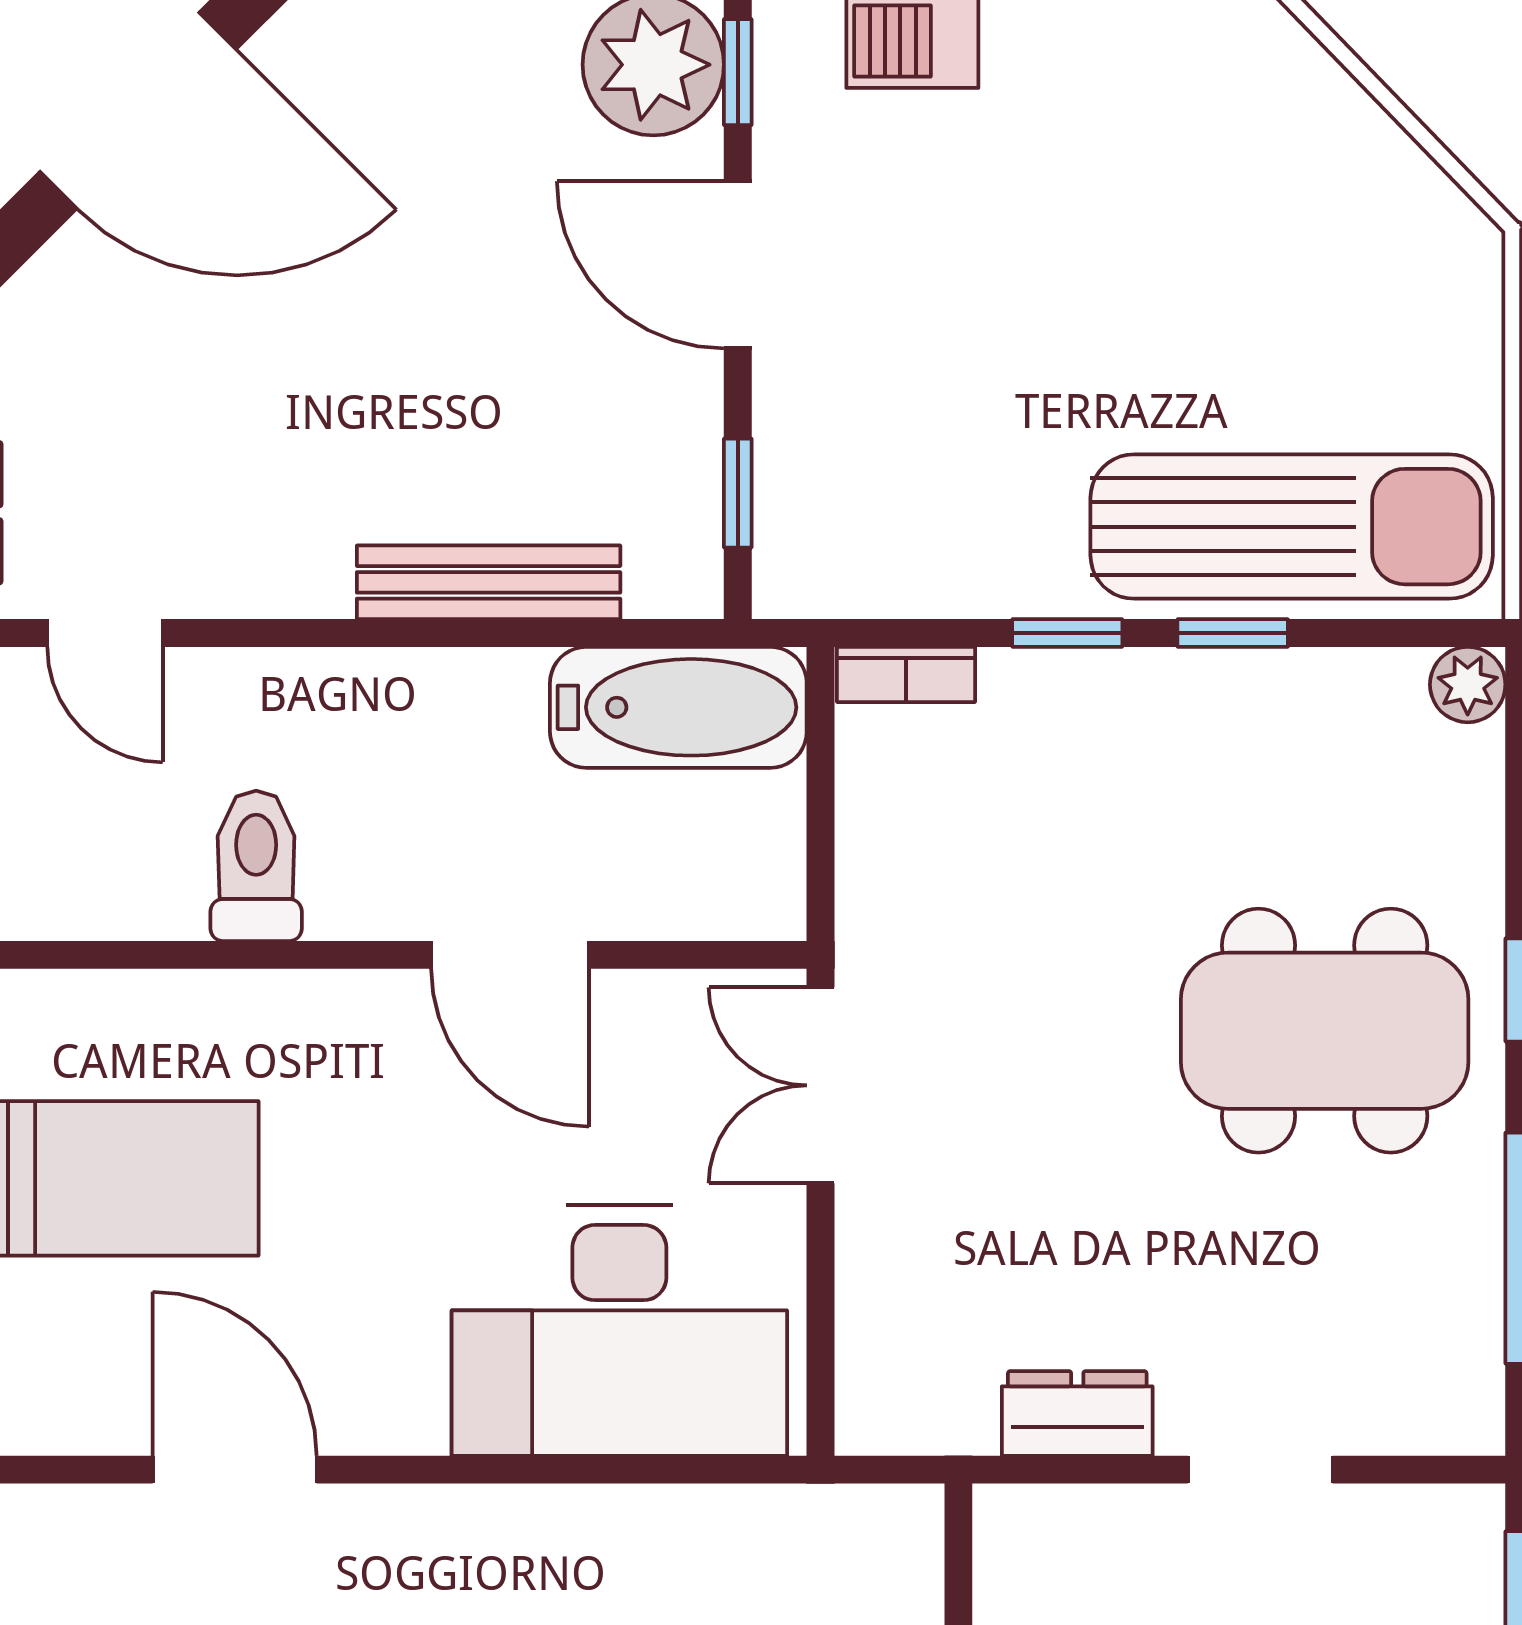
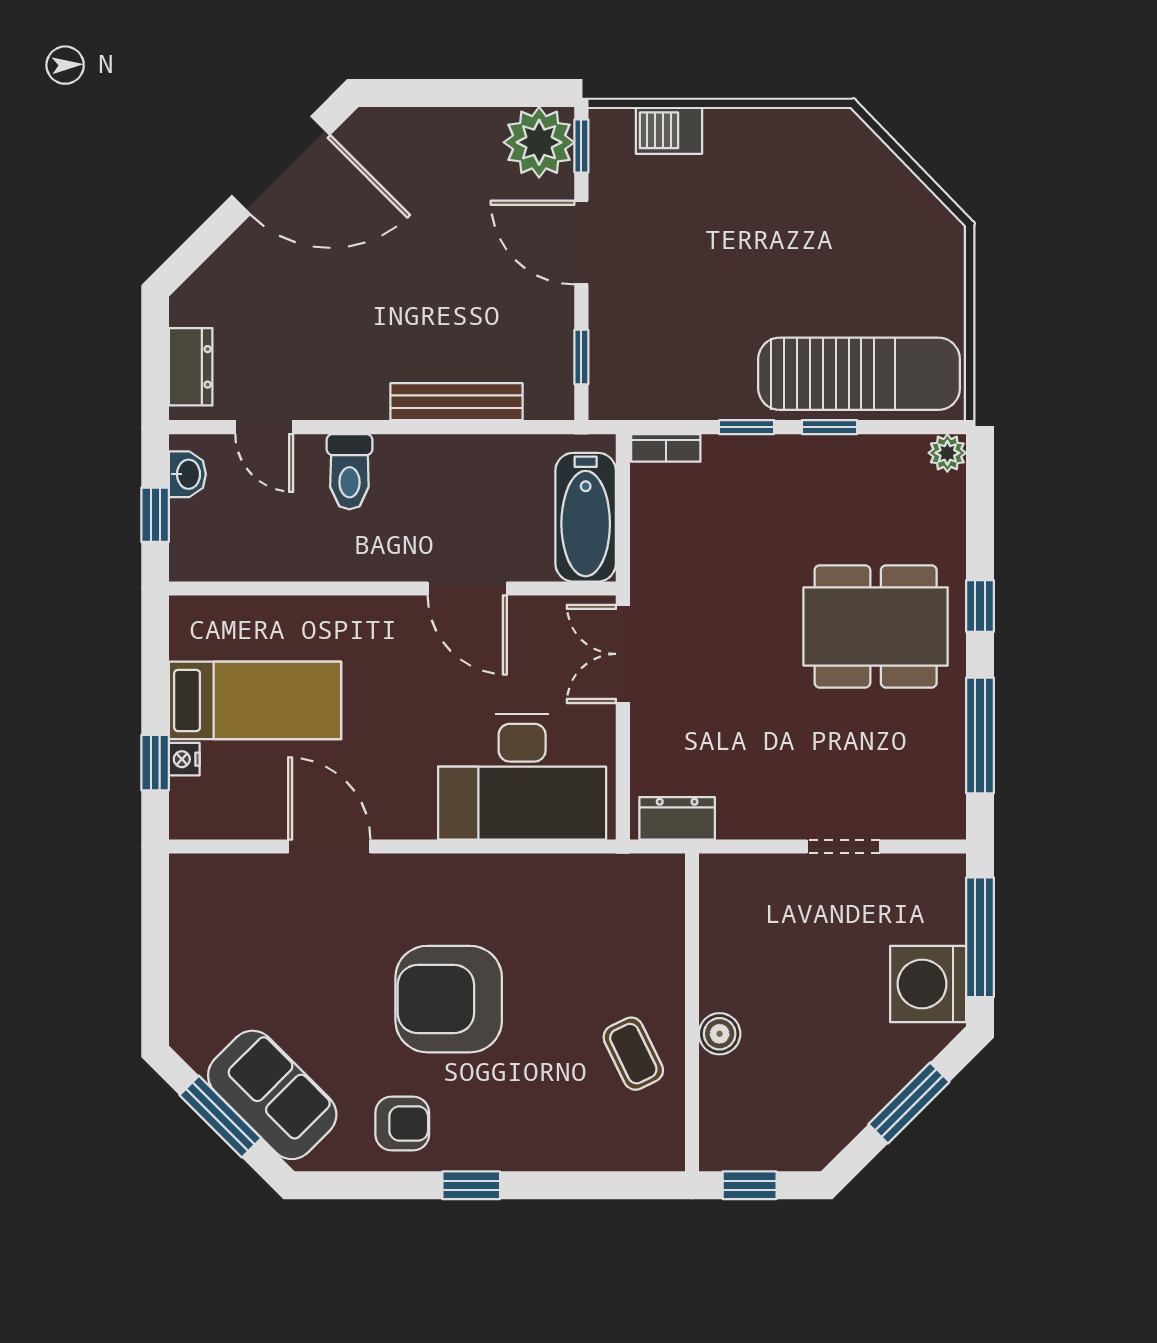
bathtub: (678, 707) -> (586, 517), moved, turned 90
toilet: (256, 866) -> (349, 472), moved, turned 180
dresser: (1077, 1413) -> (677, 818), moved

